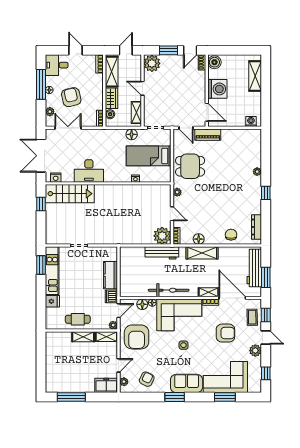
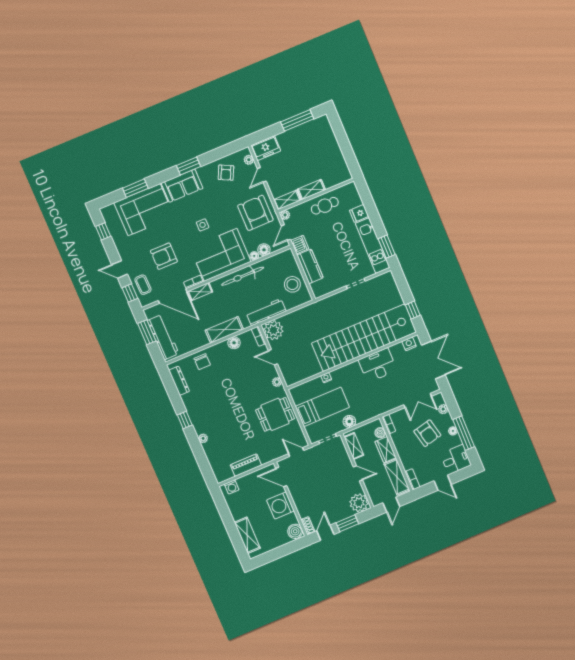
piano: (208, 135) -> (246, 465), moved
stairs: (70, 194) -> (364, 338), width x1.86, depth x1.51
stool: (131, 267) -> (292, 284), added
plant: (255, 351) -> (125, 251), removed

